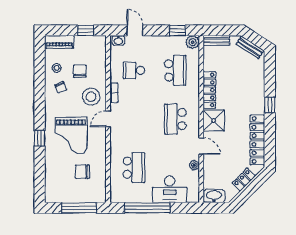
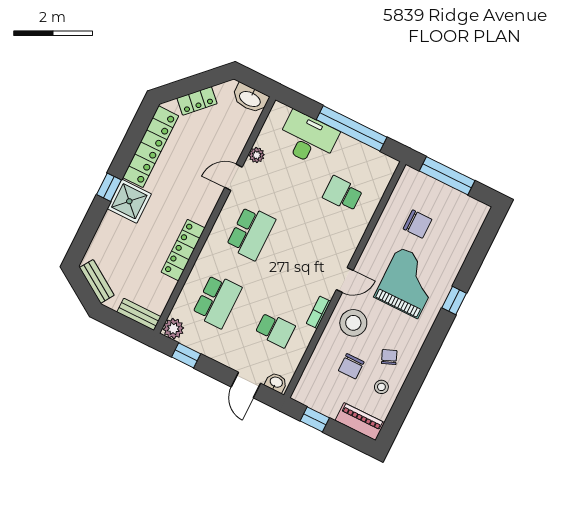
school desk: (175, 70) -> (217, 301), turned 180
shower: (214, 121) -> (129, 201), moved
door: (201, 146) -> (233, 177), hinge flipped
school desk: (134, 168) -> (343, 194), width x0.54

